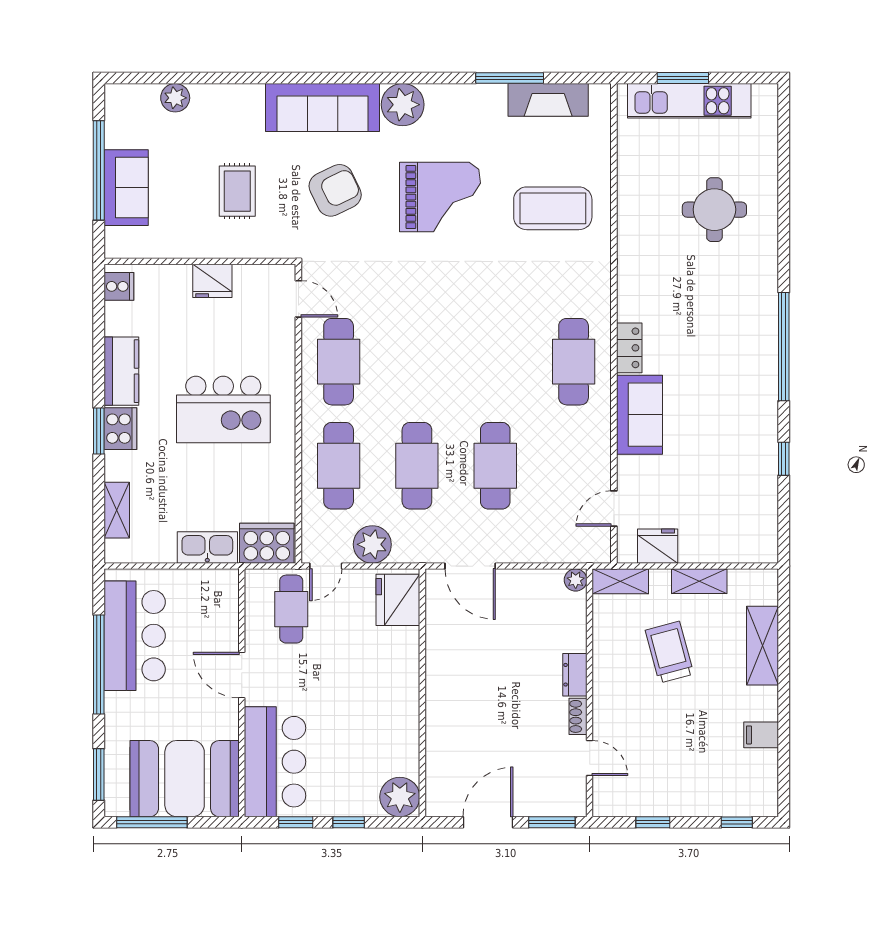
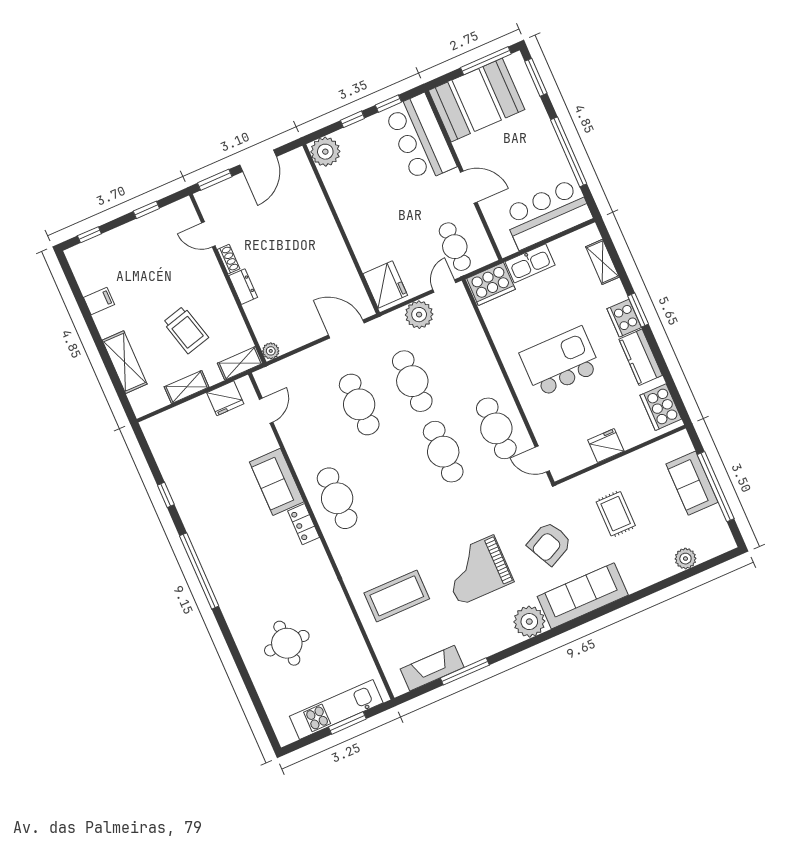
cooker: (119, 286) -> (661, 407), width x1.87, depth x1.31
cafe table: (339, 466) -> (443, 452), moved
bar counter: (135, 636) -> (547, 214), moved, turned 90

